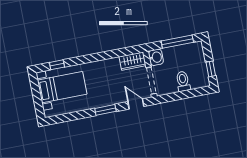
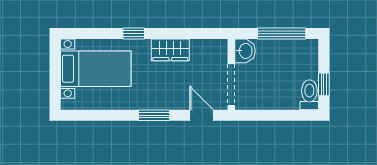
wardrobe: (132, 61) -> (170, 50), moved
window: (57, 65) -> (134, 34), moved
toilet: (183, 81) -> (309, 95), moved

